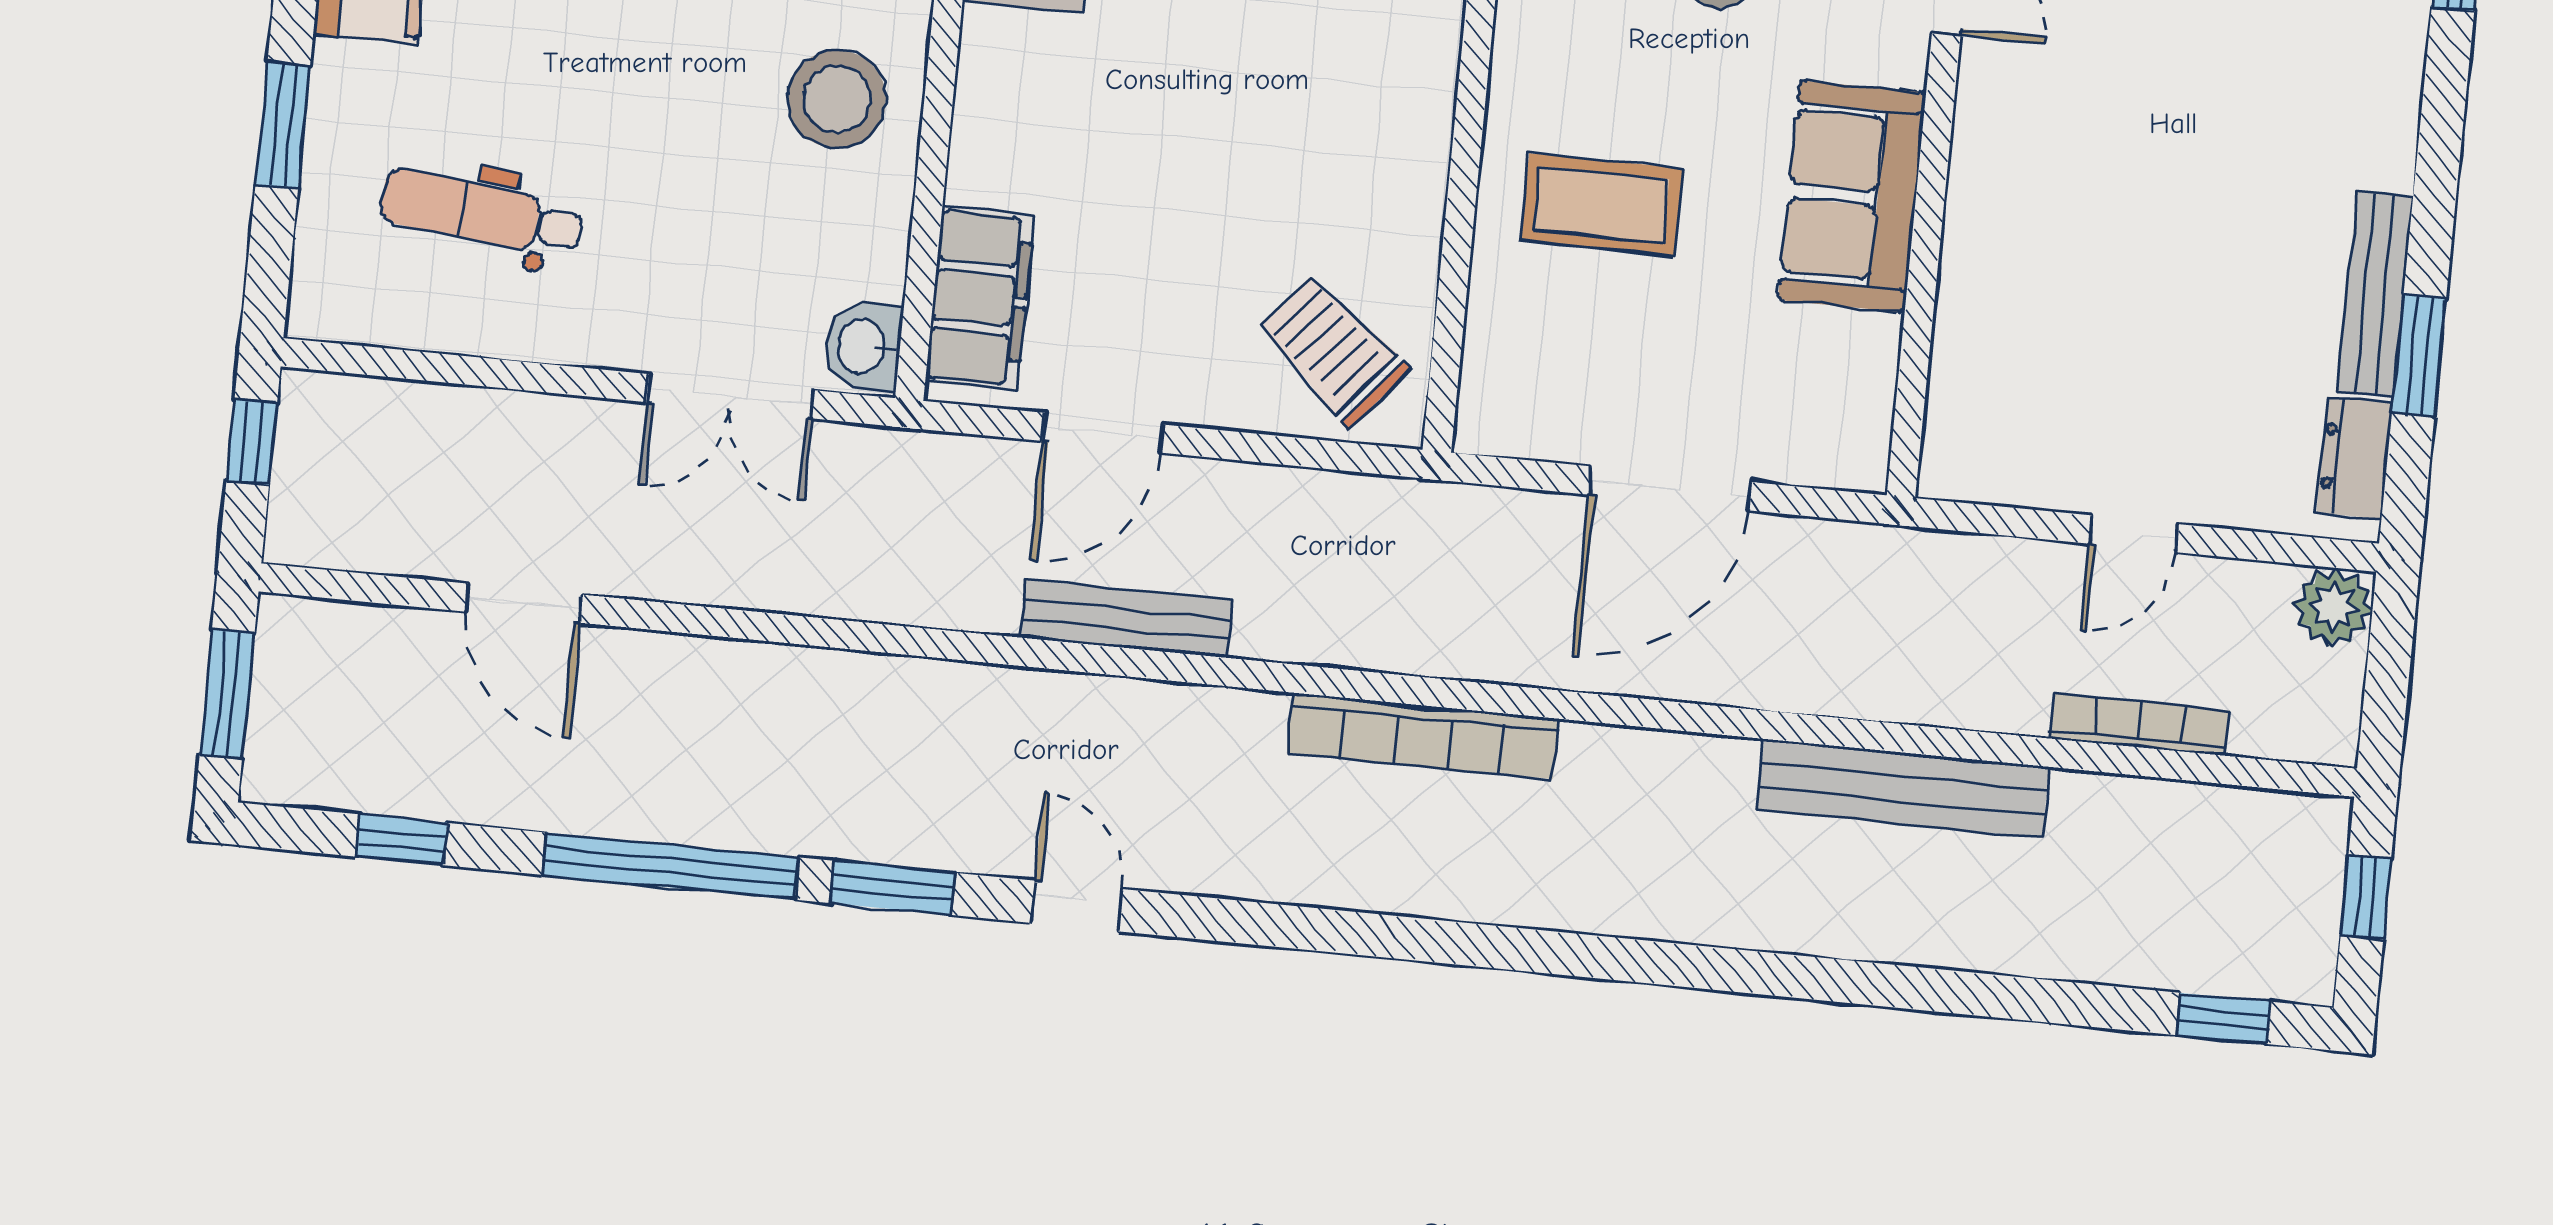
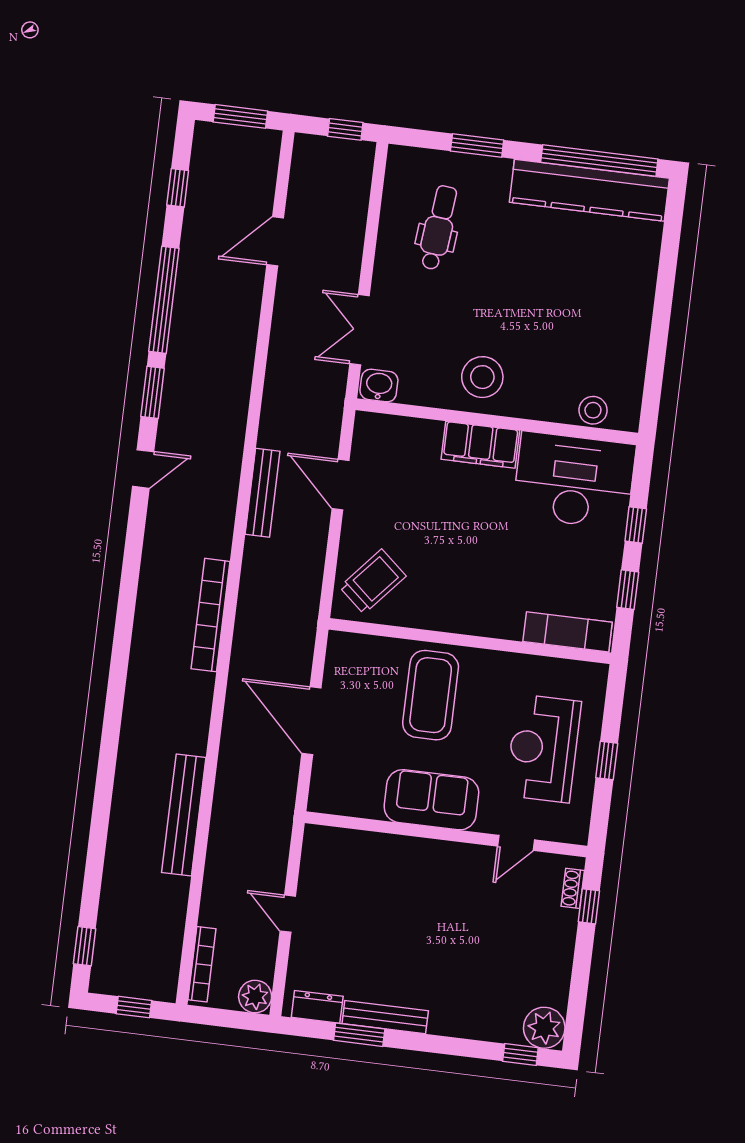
coffee table: (1602, 204) -> (431, 695), width x1.36, depth x1.32
filing cabinet: (980, 298) -> (480, 445), moved
bookcase: (2139, 725) -> (202, 964), moved

